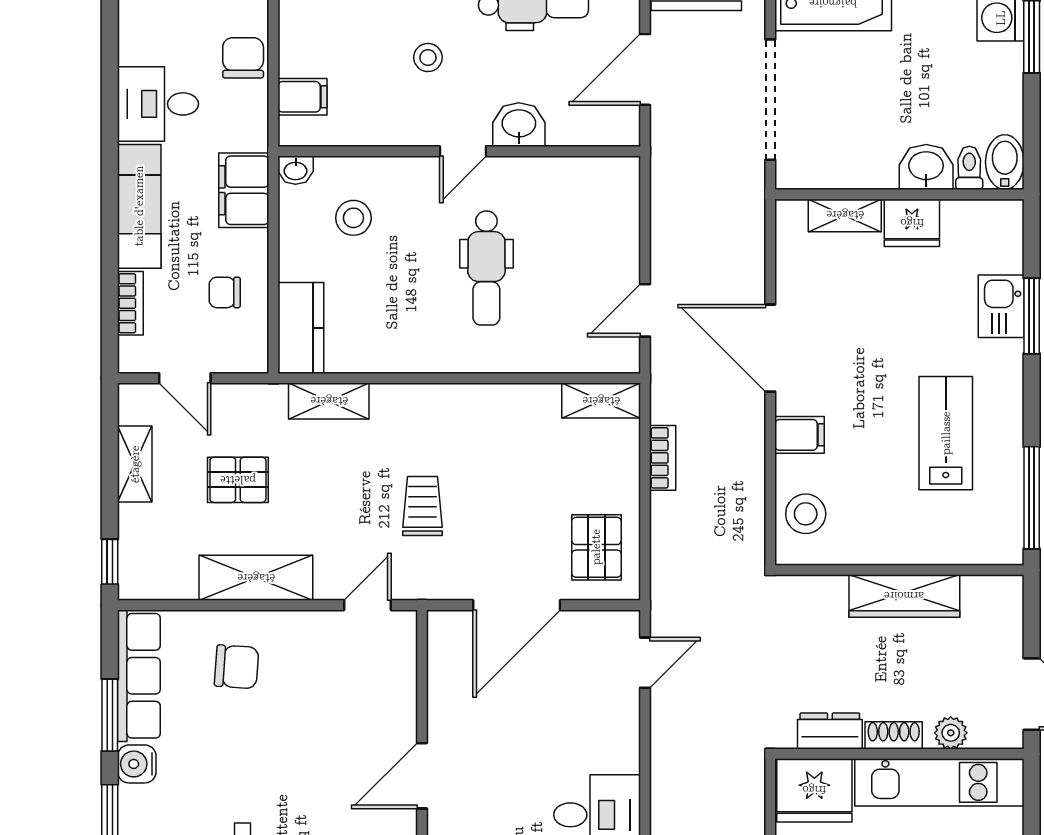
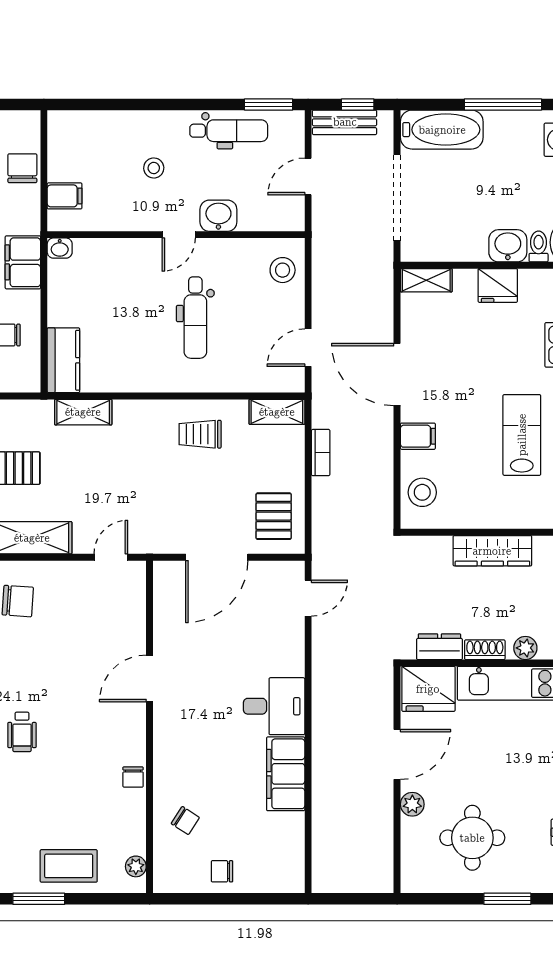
door: (645, 69) -> (308, 176), width x0.73
shelving: (845, 215) -> (426, 280), moved
stool: (353, 218) -> (283, 270), moved
trolley: (423, 506) -> (200, 434), moved, turned -90

